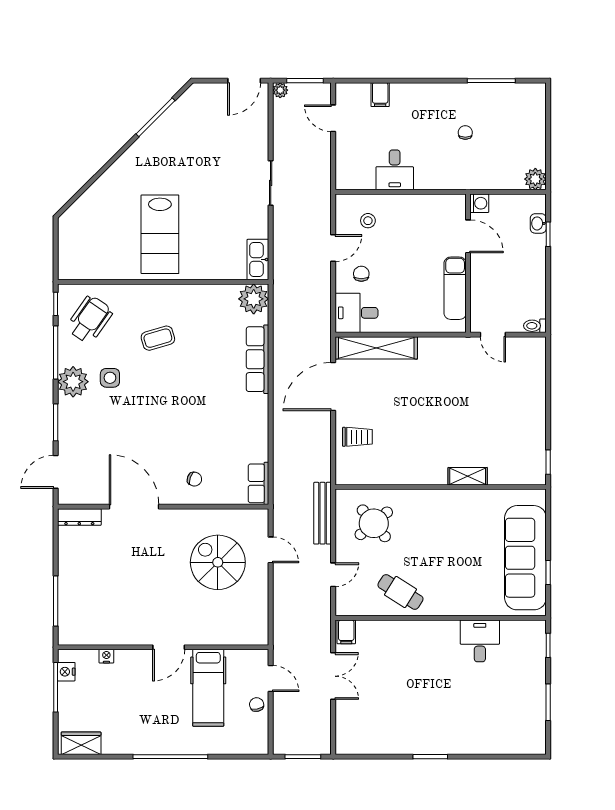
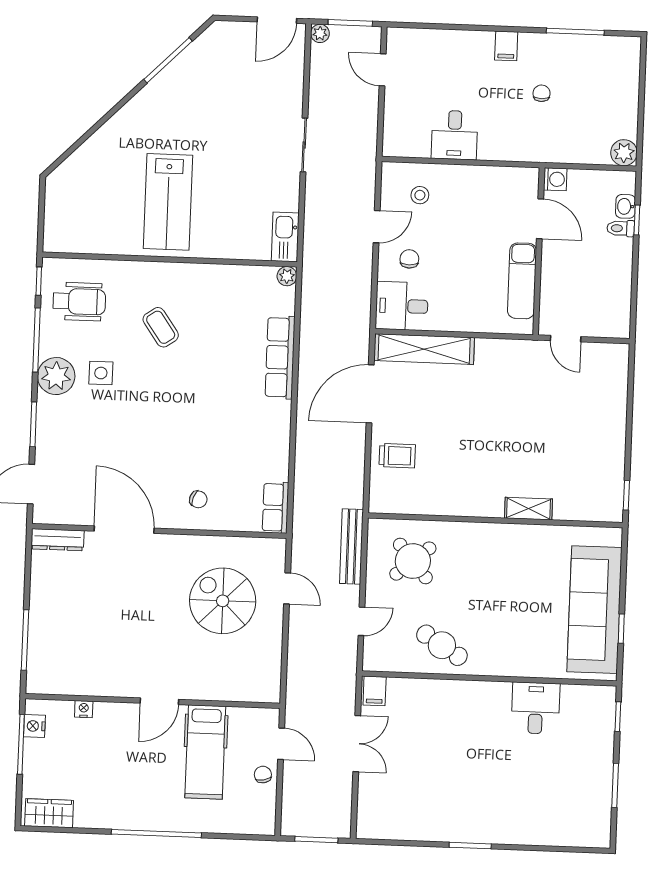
filing cabinet: (380, 95) -> (506, 46), moved
plant: (254, 299) -> (287, 276), width x0.53, depth x0.53
wheelchair: (90, 319) -> (79, 302), turned 55
toilet: (535, 326) -> (621, 228), moved
coffee table: (158, 338) -> (161, 327), turned 71

